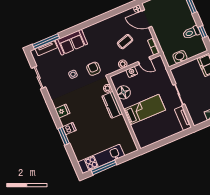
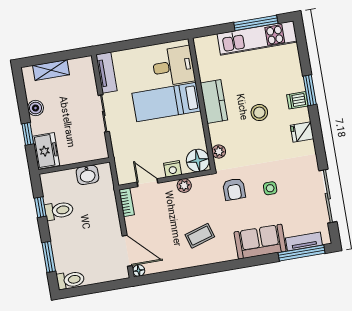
coffee table: (125, 42) -> (200, 236), moved
sliding door: (39, 78) -> (328, 196), width x1.37
floor lamp: (124, 92) -> (198, 160), moved
kitchen counter: (112, 105) -> (214, 102), moved
stool: (90, 116) -> (259, 113), added
desk: (145, 131) -> (173, 66), added

